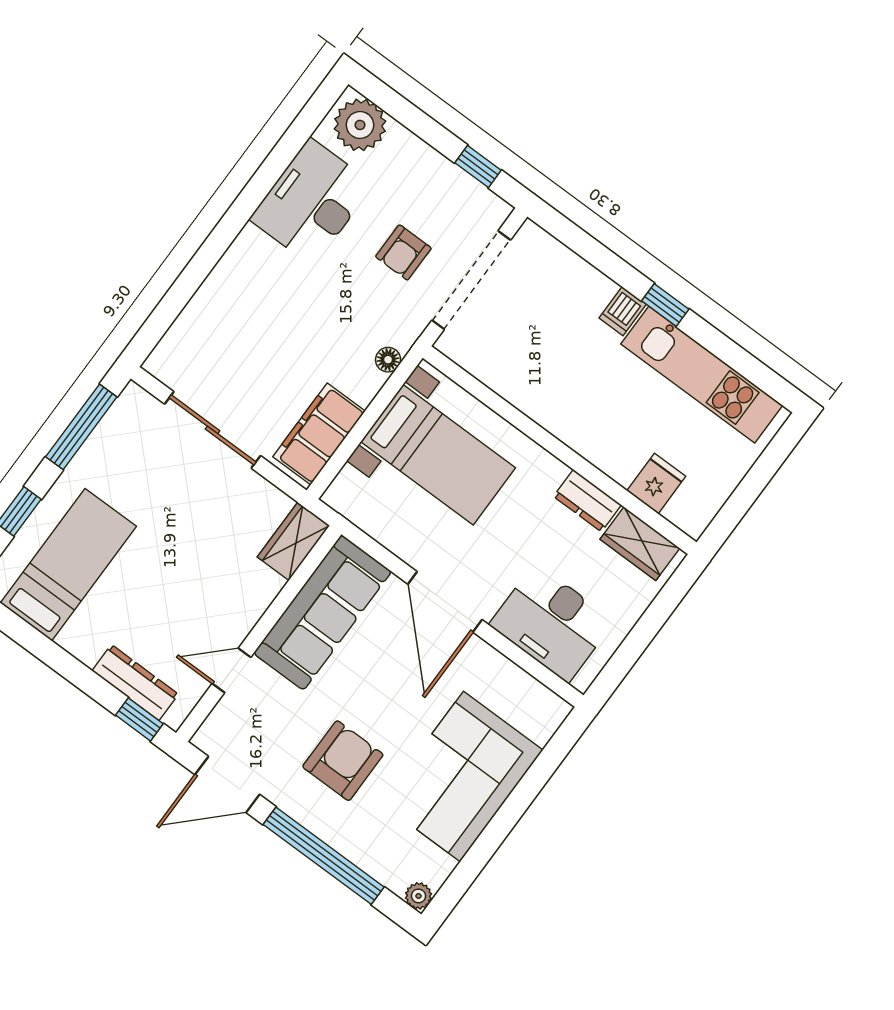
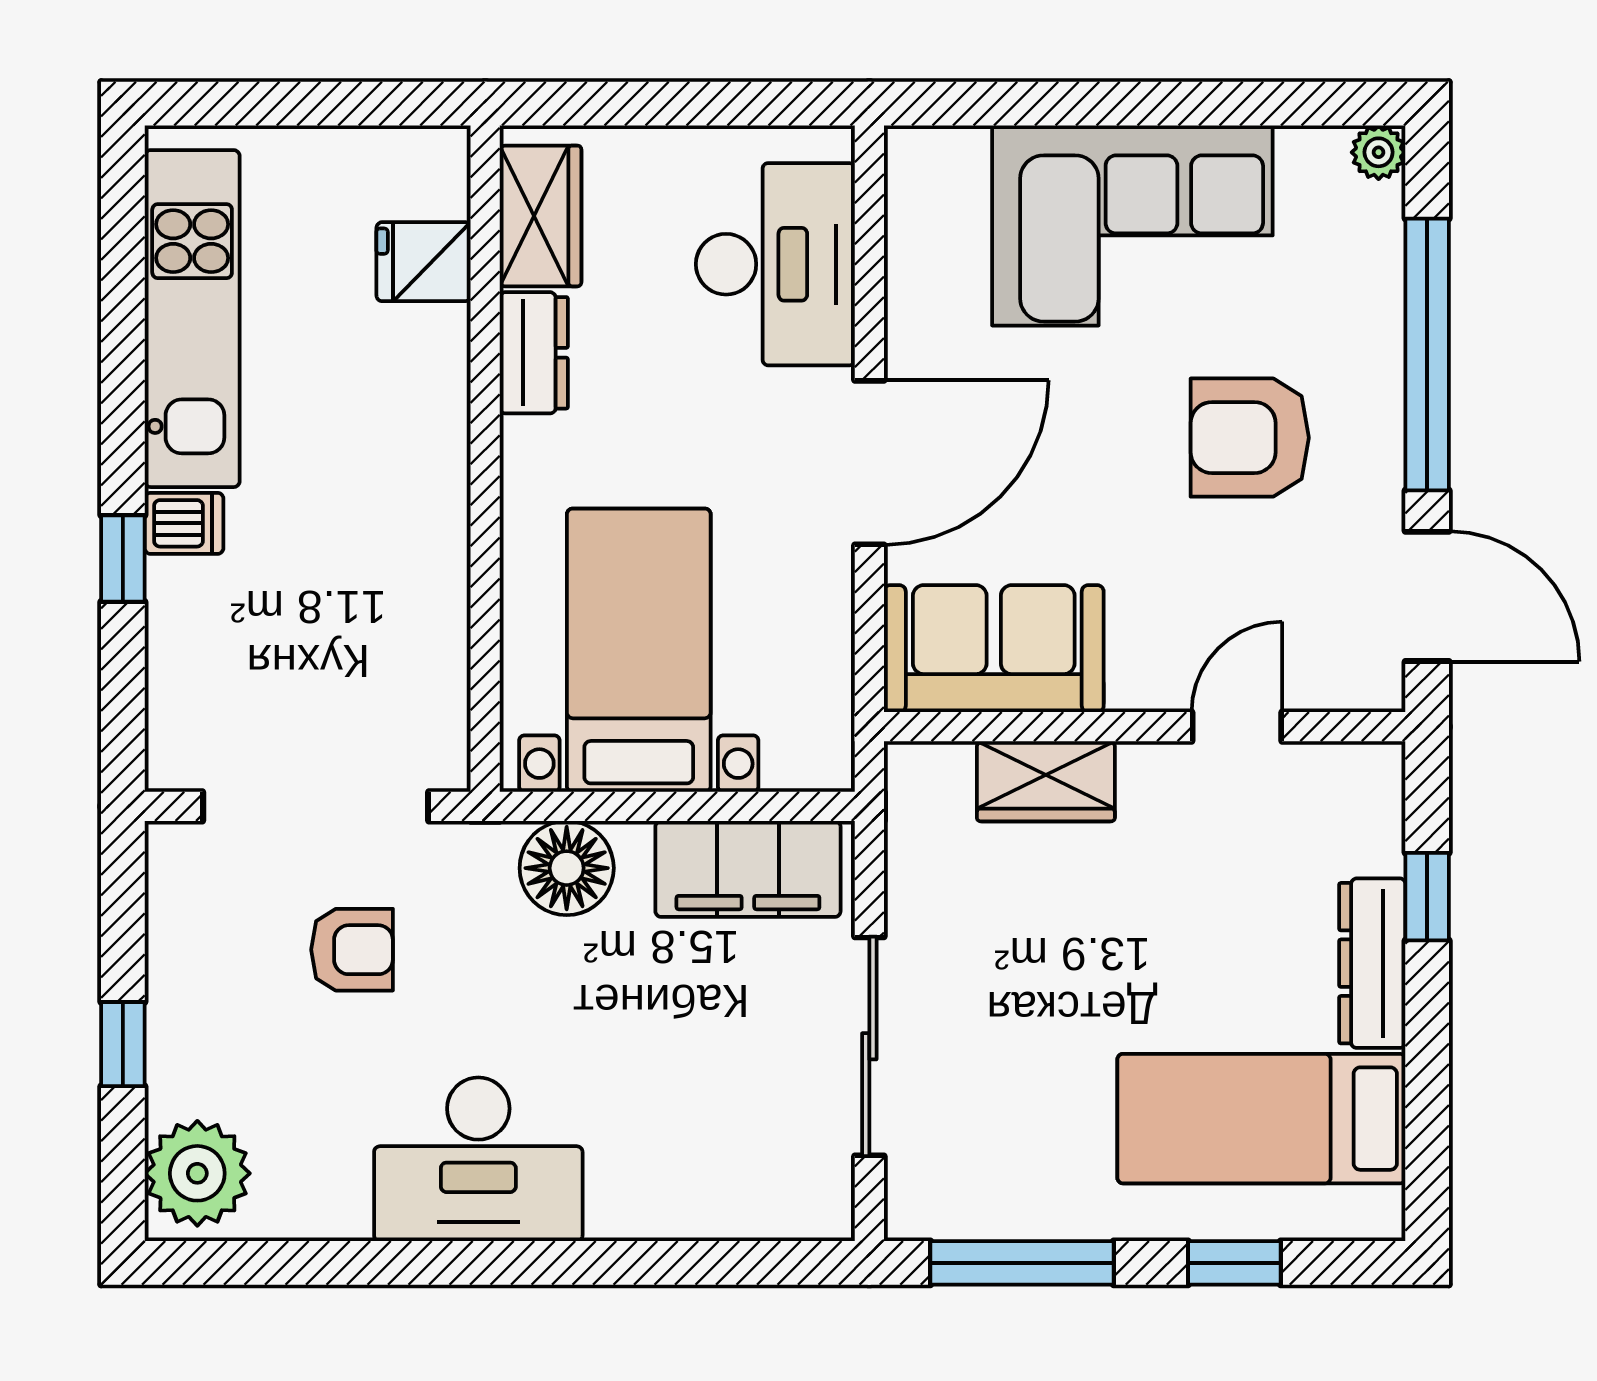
window: (478, 166) -> (123, 1044), moved
desk: (312, 202) -> (478, 1159), moved
window: (665, 305) -> (123, 558), moved
floor lamp: (388, 360) -> (567, 868), width x1.89, depth x1.89
wardrobe: (293, 541) -> (1046, 781), moved
sofa: (323, 612) -> (994, 649), width x0.73
door: (232, 670) -> (1237, 727), swing flipped
dresser: (135, 683) -> (1372, 963), moved
window: (139, 719) -> (1427, 897), moved

